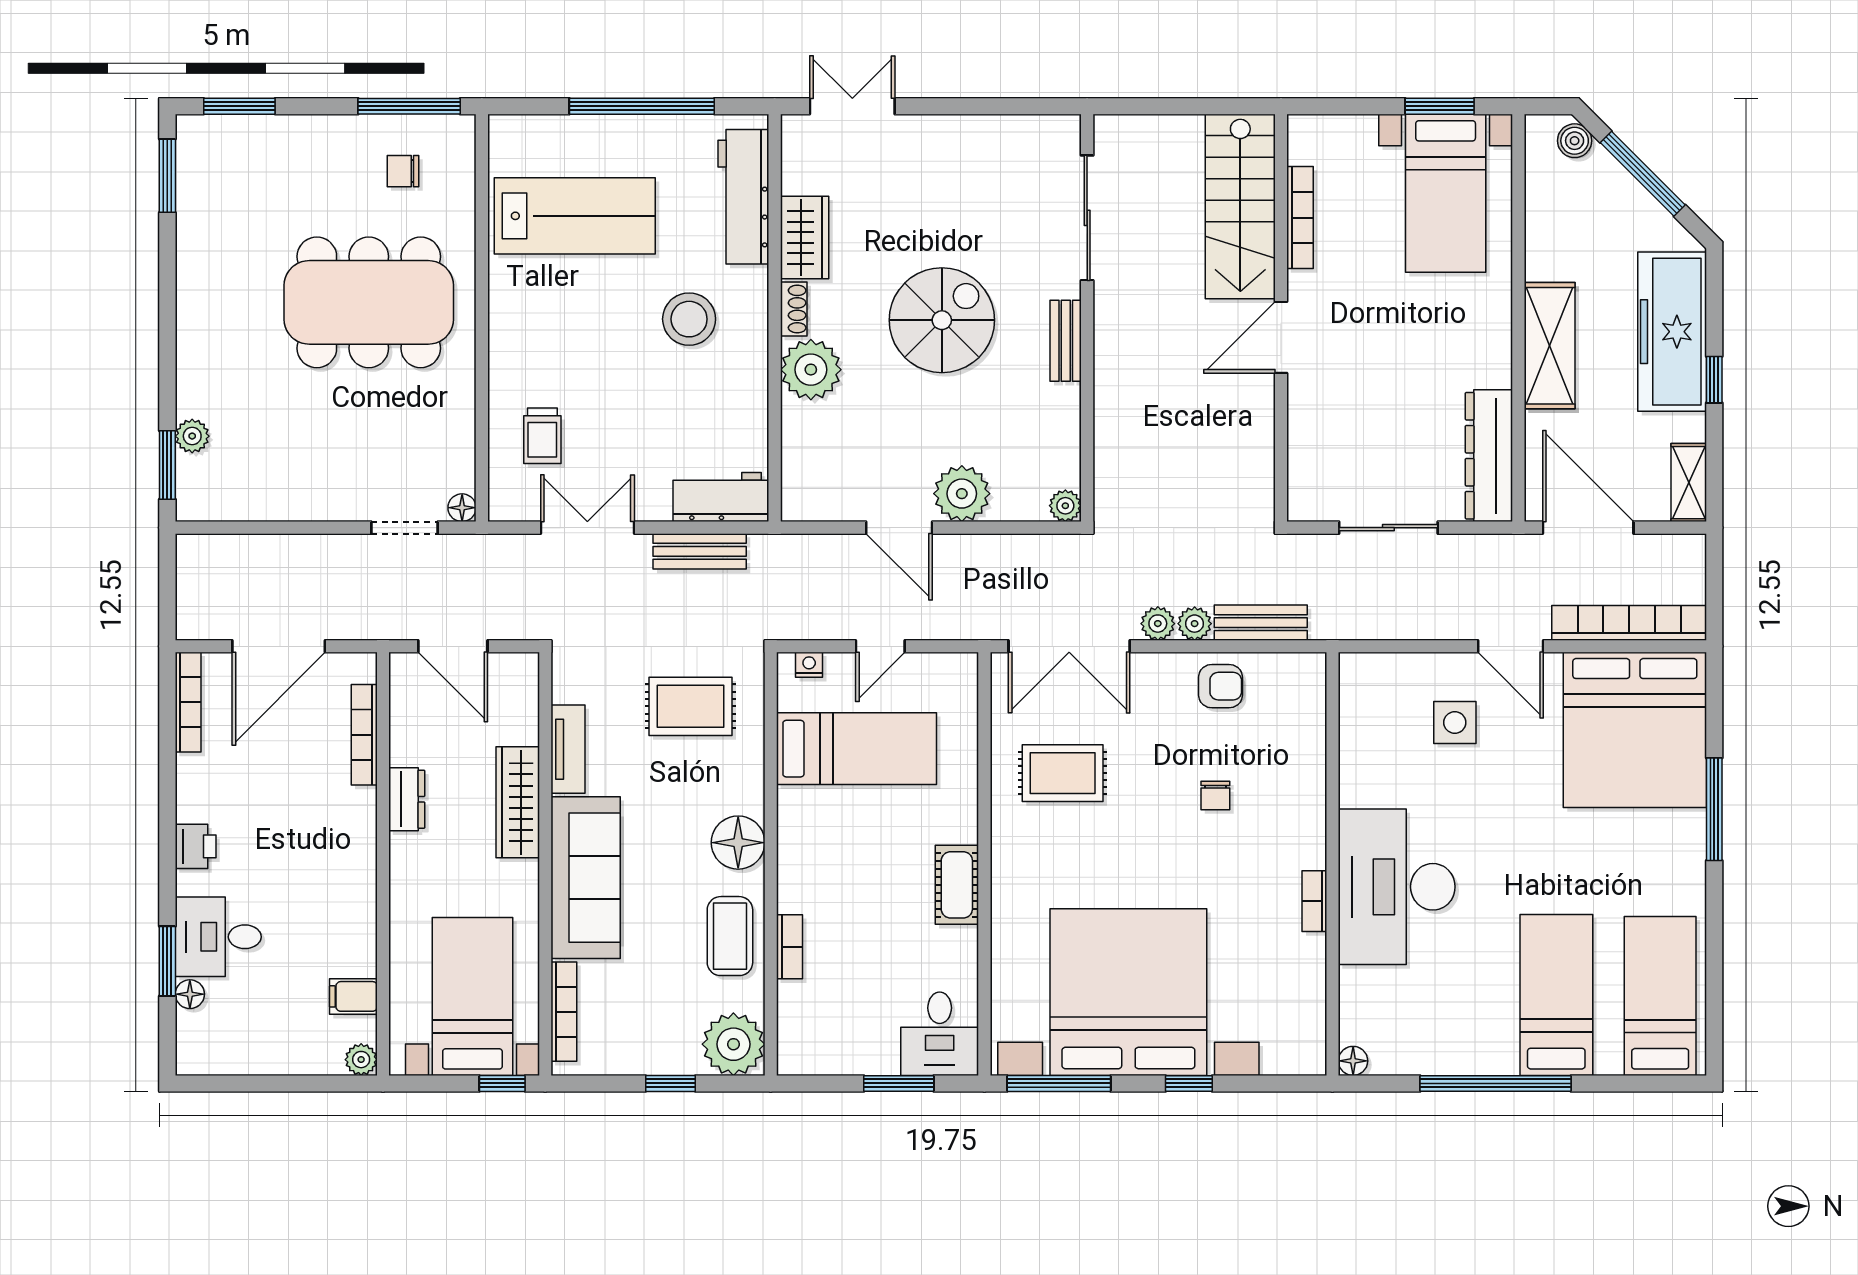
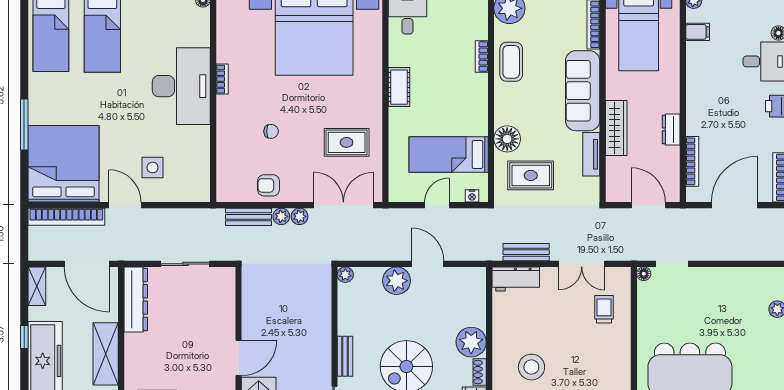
chair: (1215, 795) -> (271, 131), turned 90
floor lamp: (738, 843) -> (507, 139), moved

